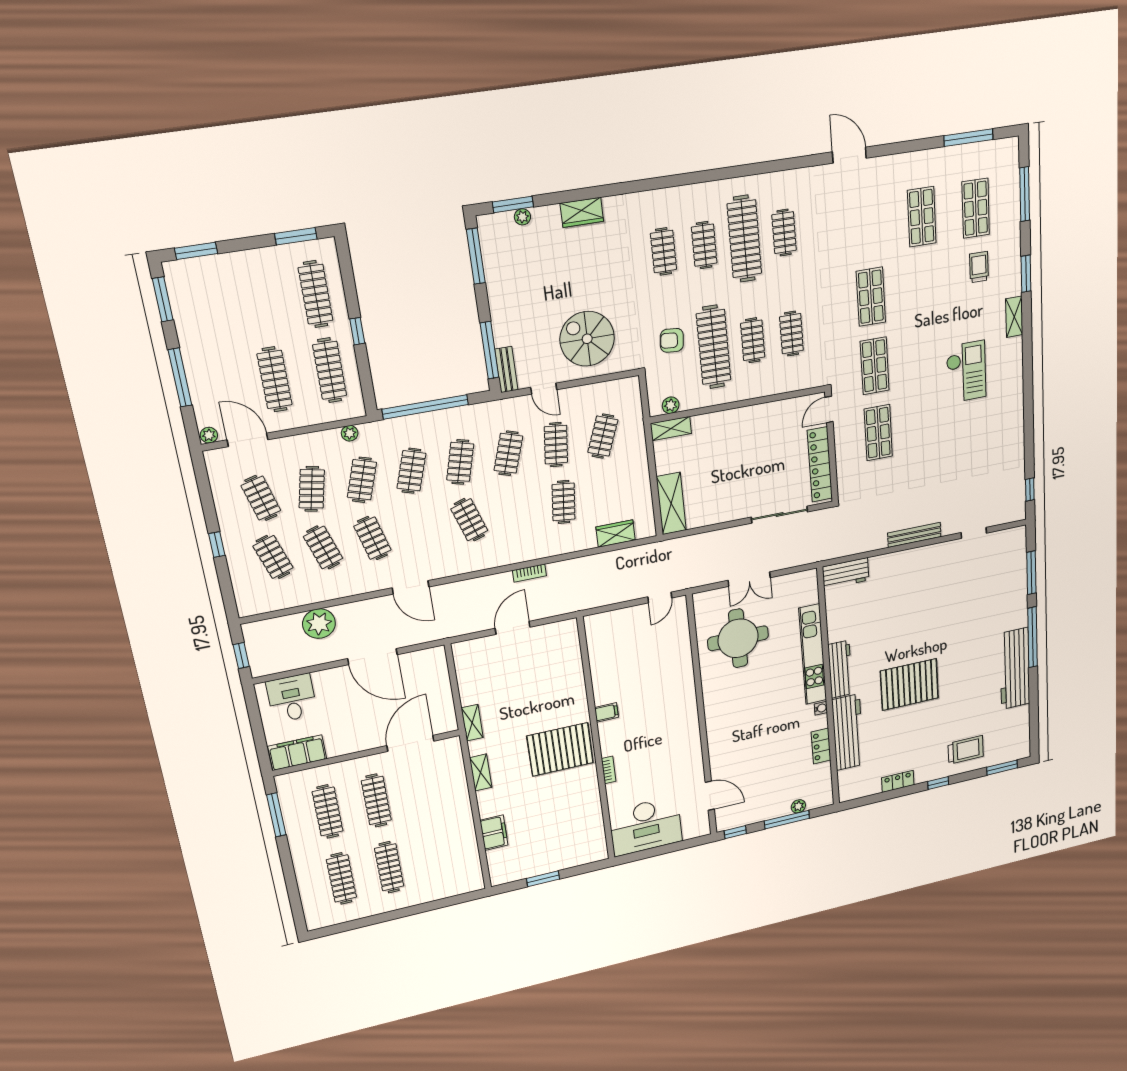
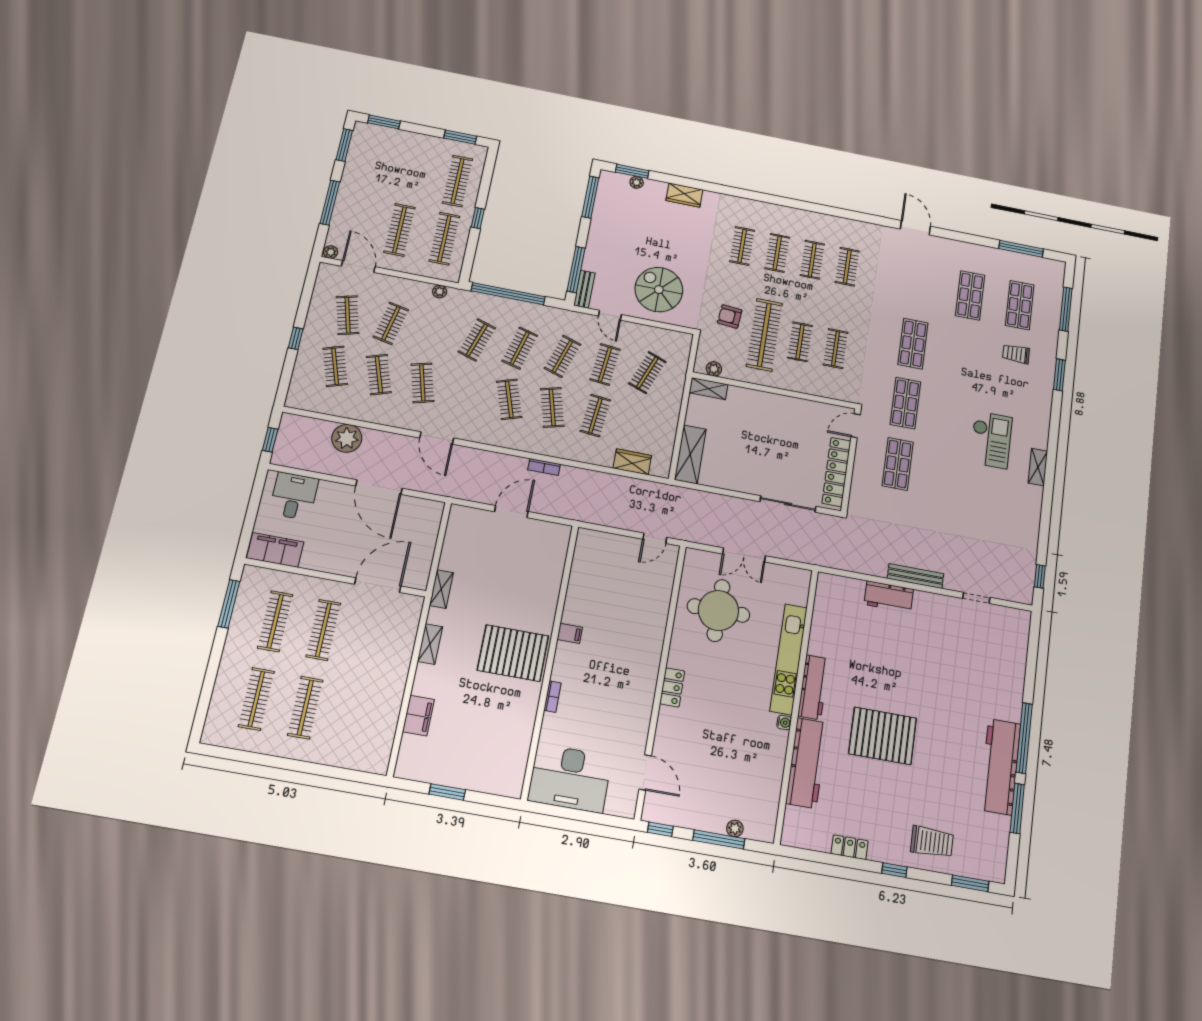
clothes rail: (744, 239) -> (812, 260), width x0.54, depth x0.76
trolley: (979, 267) -> (1016, 354), turned -90
shelving: (1014, 317) -> (1038, 467), moved
clothes rail: (362, 480) -> (552, 407), moved, turned -33
workbench: (846, 573) -> (889, 597), moved
window: (1031, 573) -> (1017, 808), moved
locker: (821, 746) -> (672, 687), moved, turned 180

